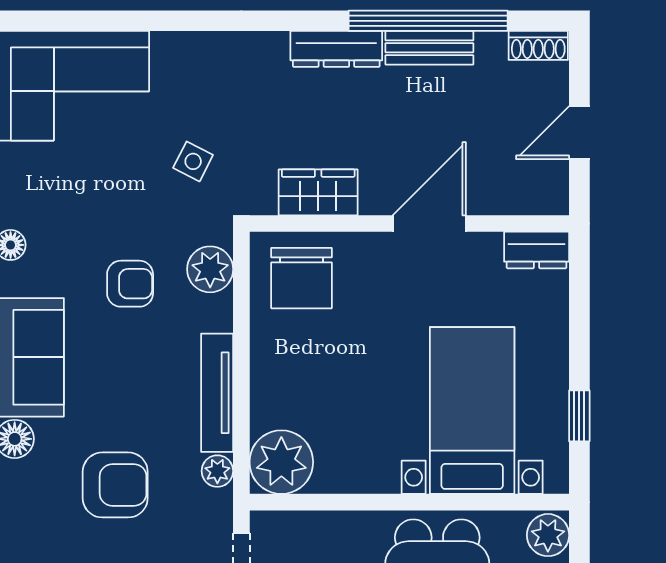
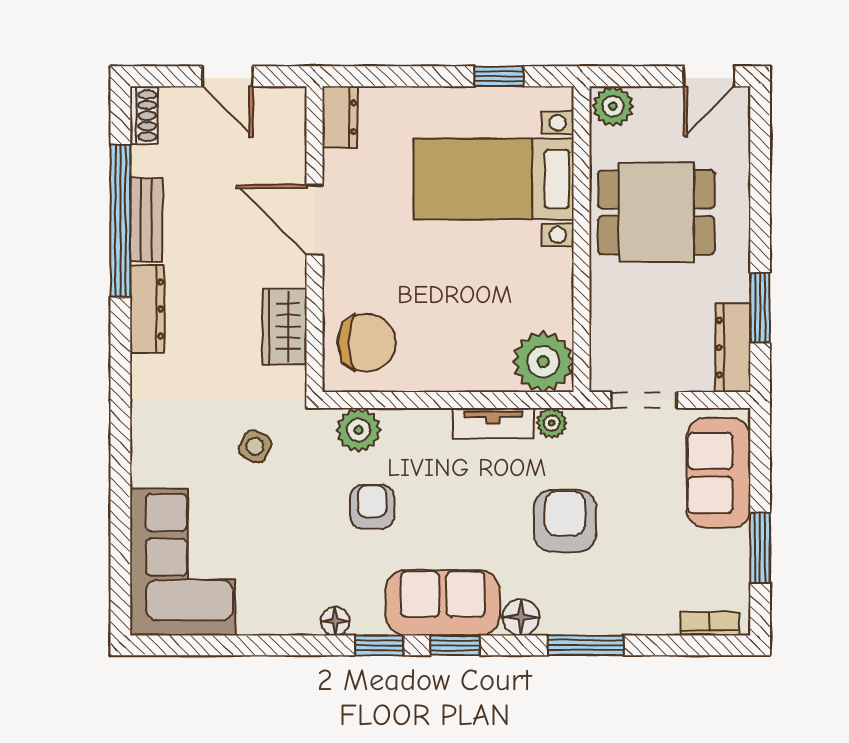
tv unit: (217, 393) -> (493, 423), width x0.71

